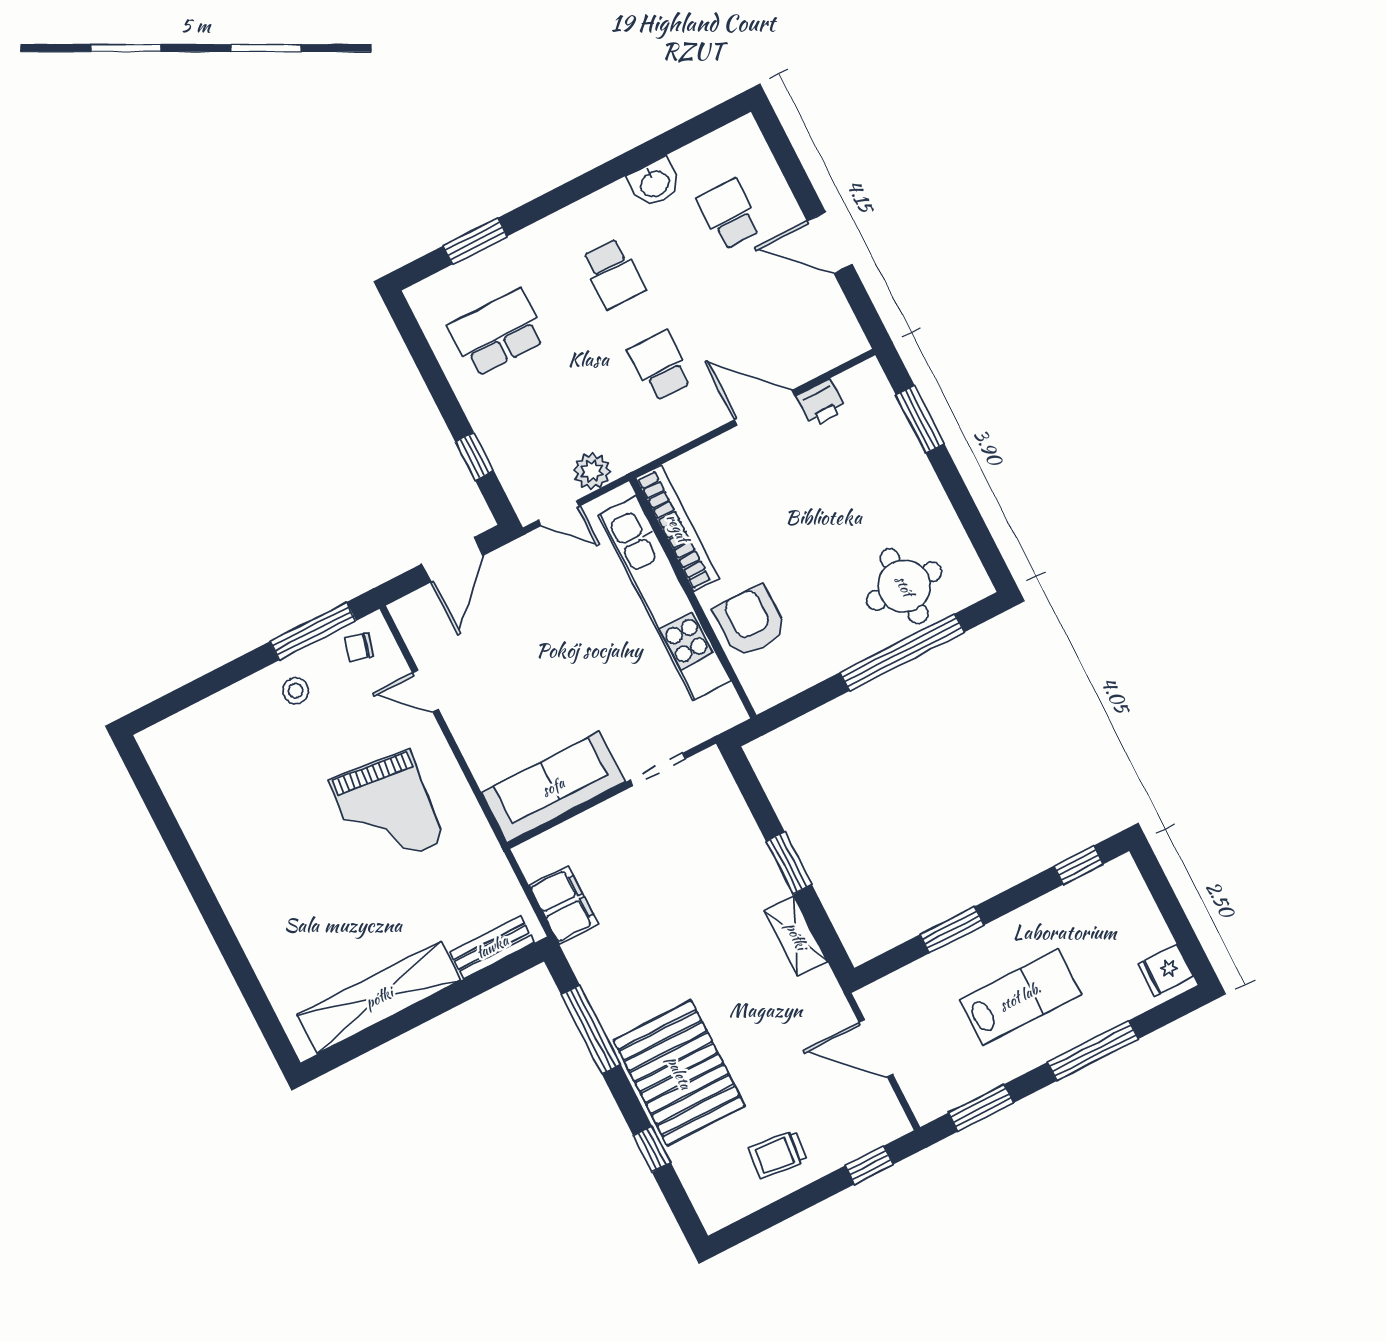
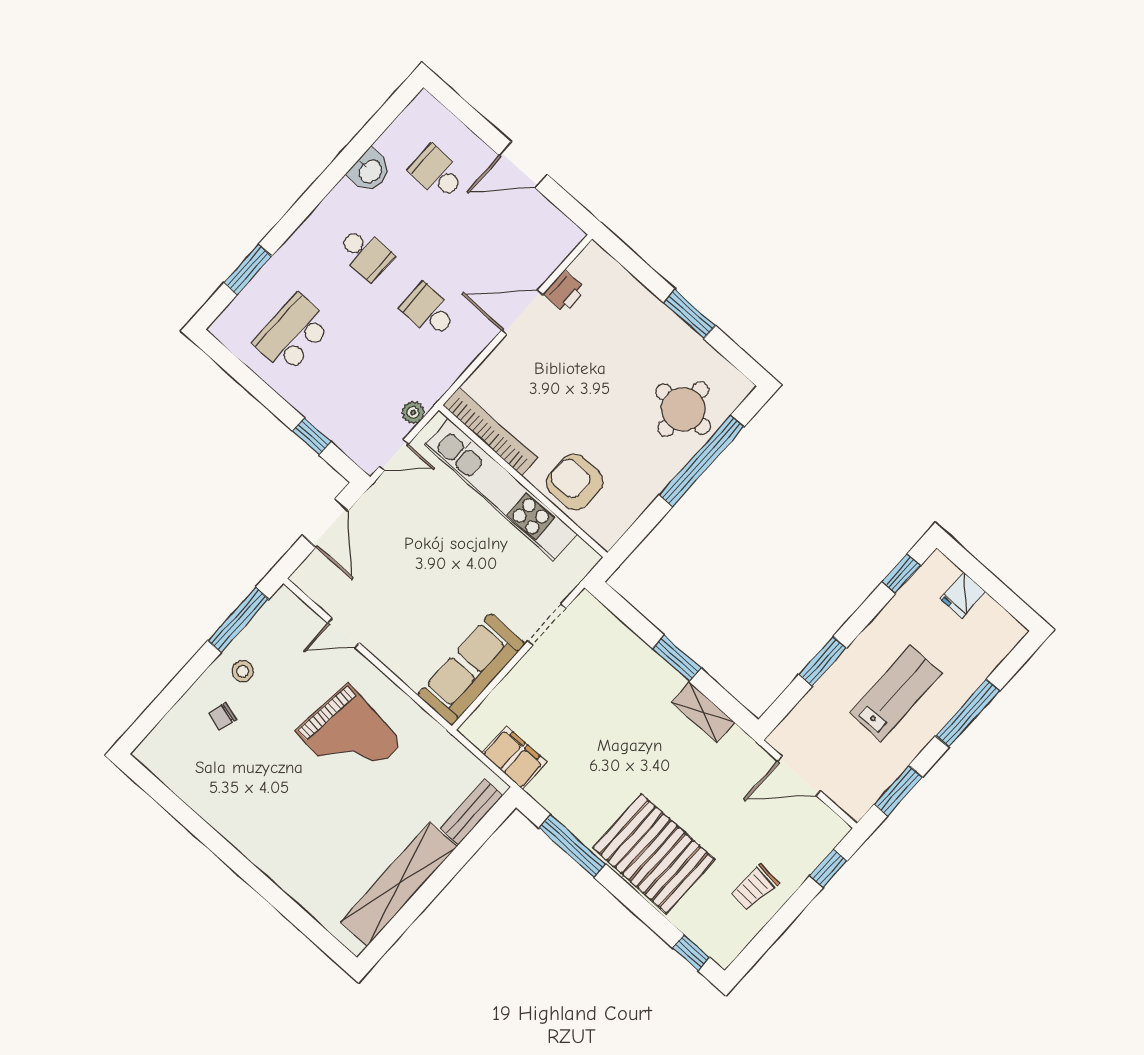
window: (920, 419) -> (689, 314), moved
plant: (592, 471) -> (413, 413), width x0.73, depth x0.73
chair: (359, 647) -> (222, 716), moved
fridge: (1166, 970) -> (963, 595), moved
window: (652, 1149) -> (691, 953), moved

